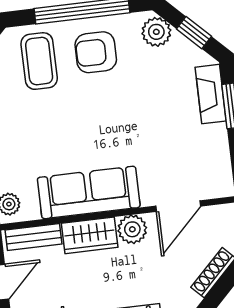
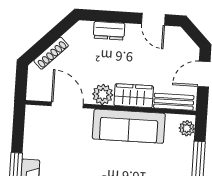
door: (178, 206) -> (67, 105), hinge flipped

